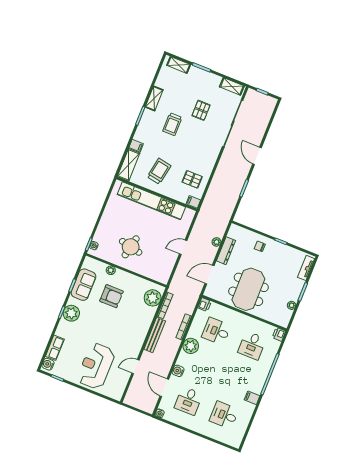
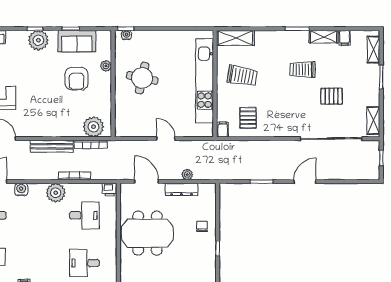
filing cabinet: (136, 146) -> (345, 38), moved
desk: (216, 331) -> (84, 215), turned 90

